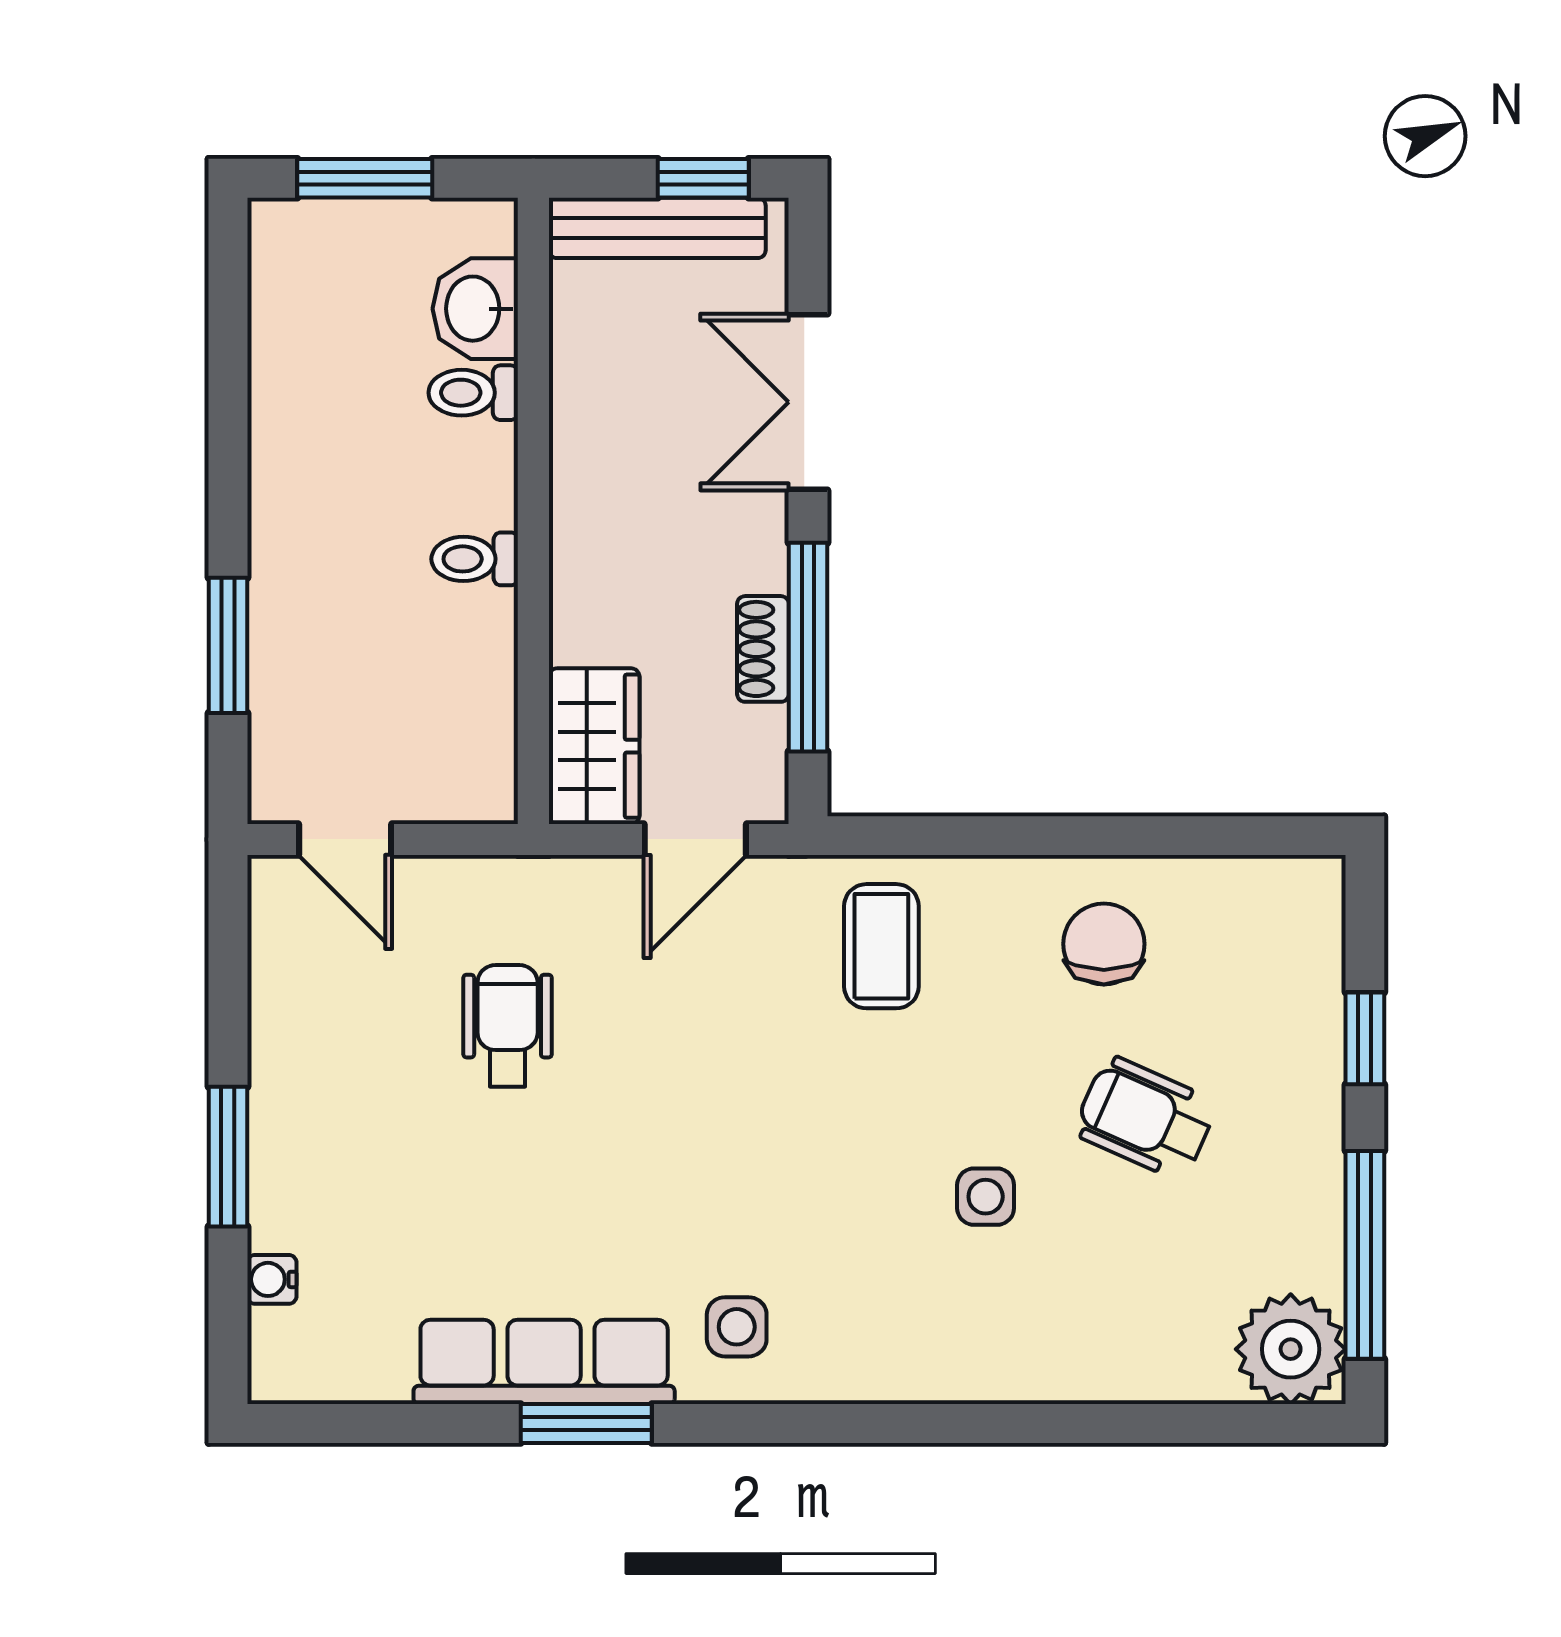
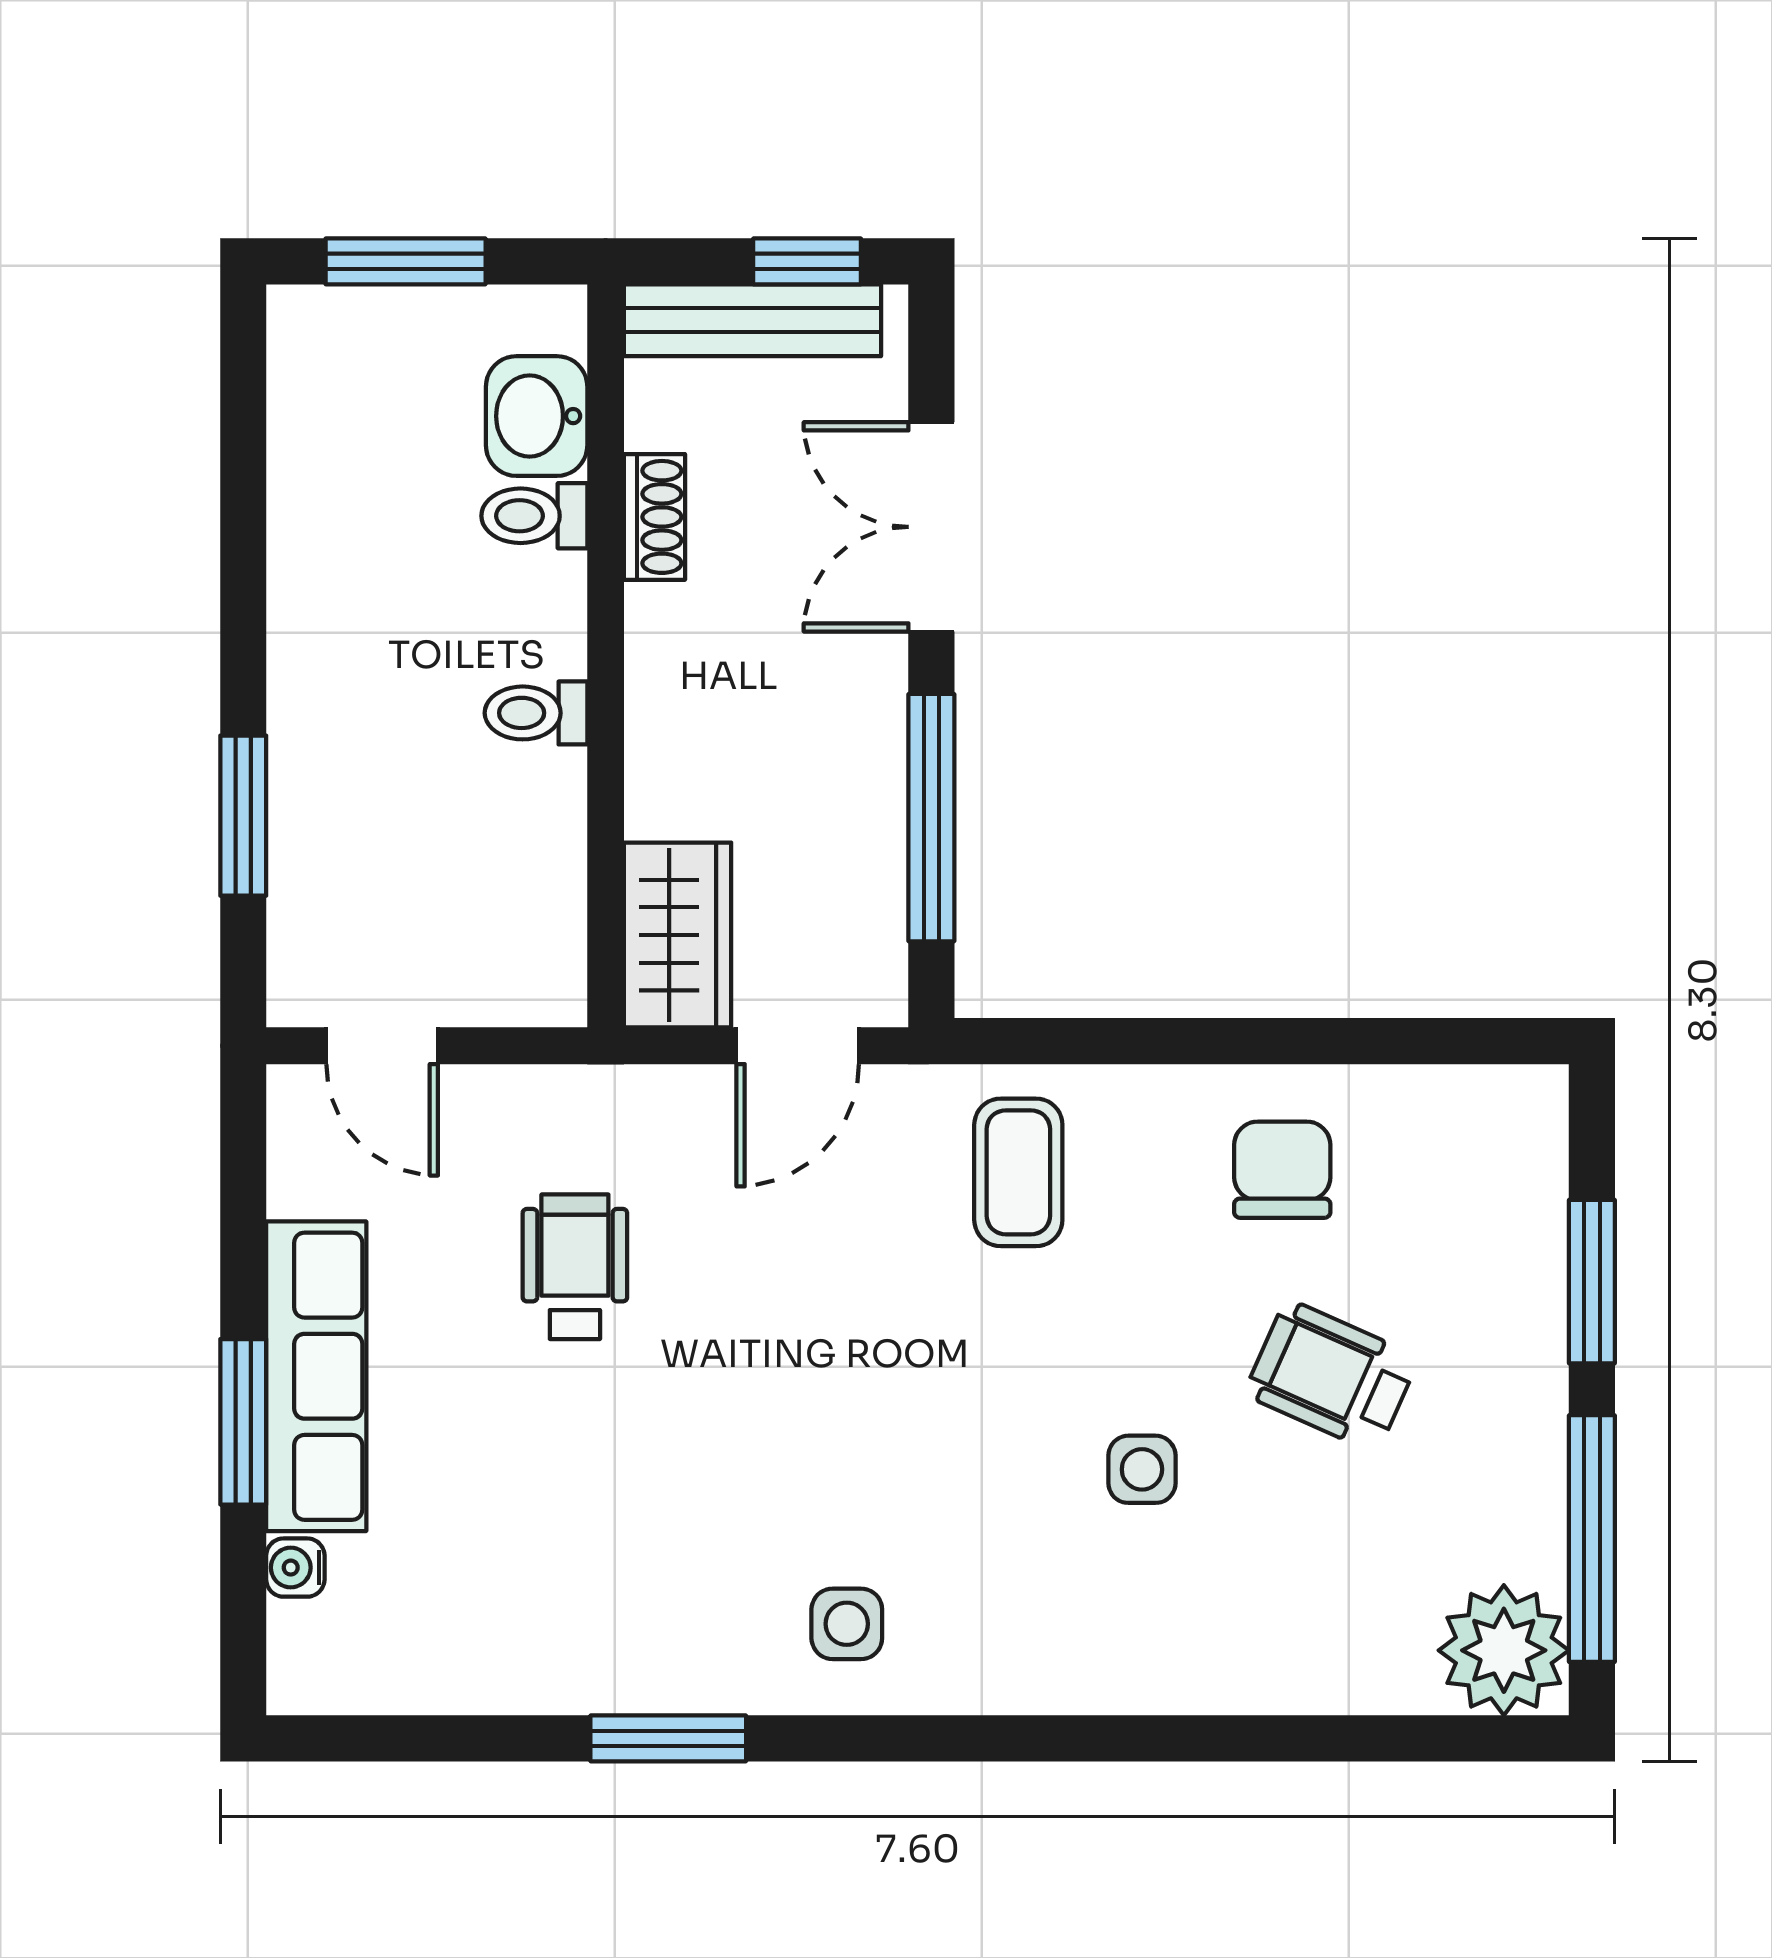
shoe rack: (763, 649) -> (655, 517), moved, turned 180
window: (1365, 1038) -> (1592, 1282), width x1.50
row of seats: (544, 1362) -> (316, 1376), moved, turned 90

